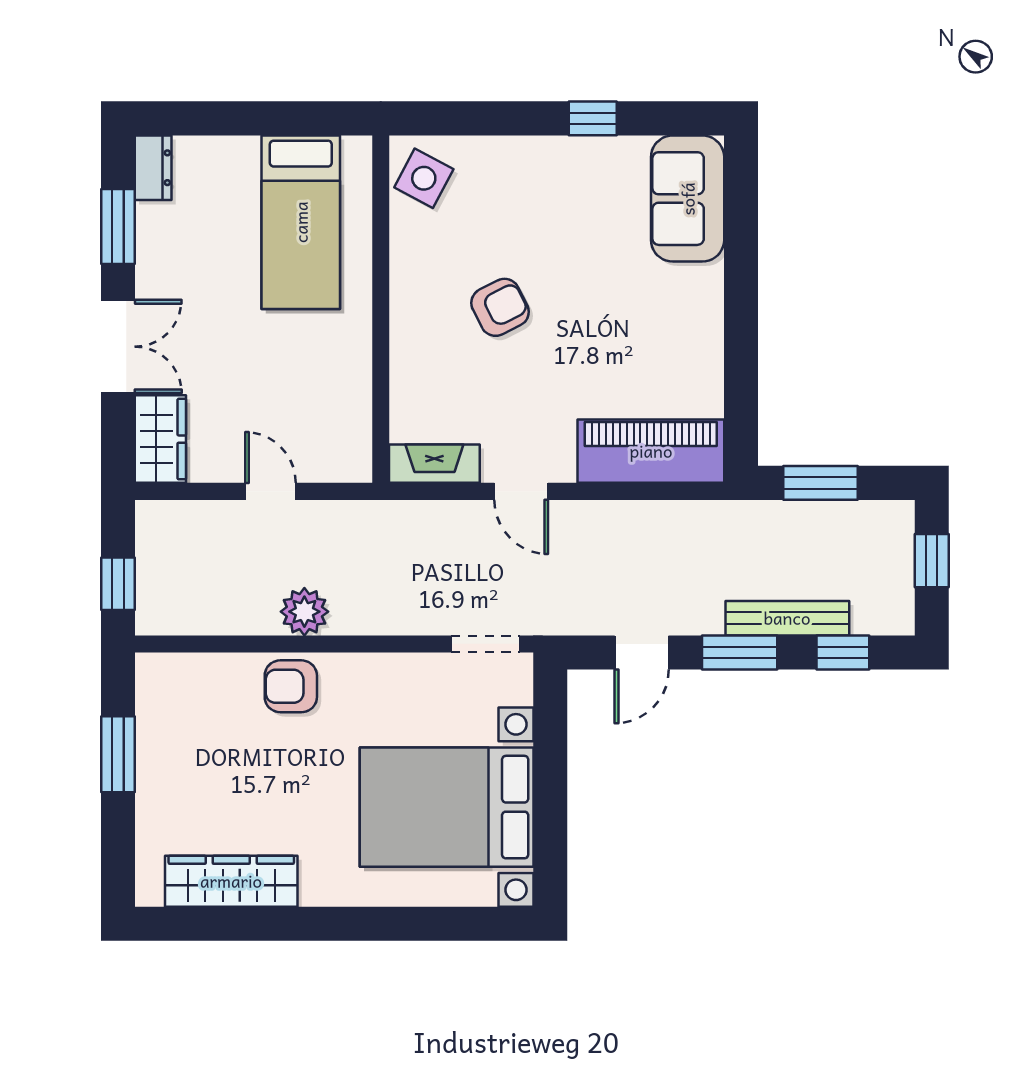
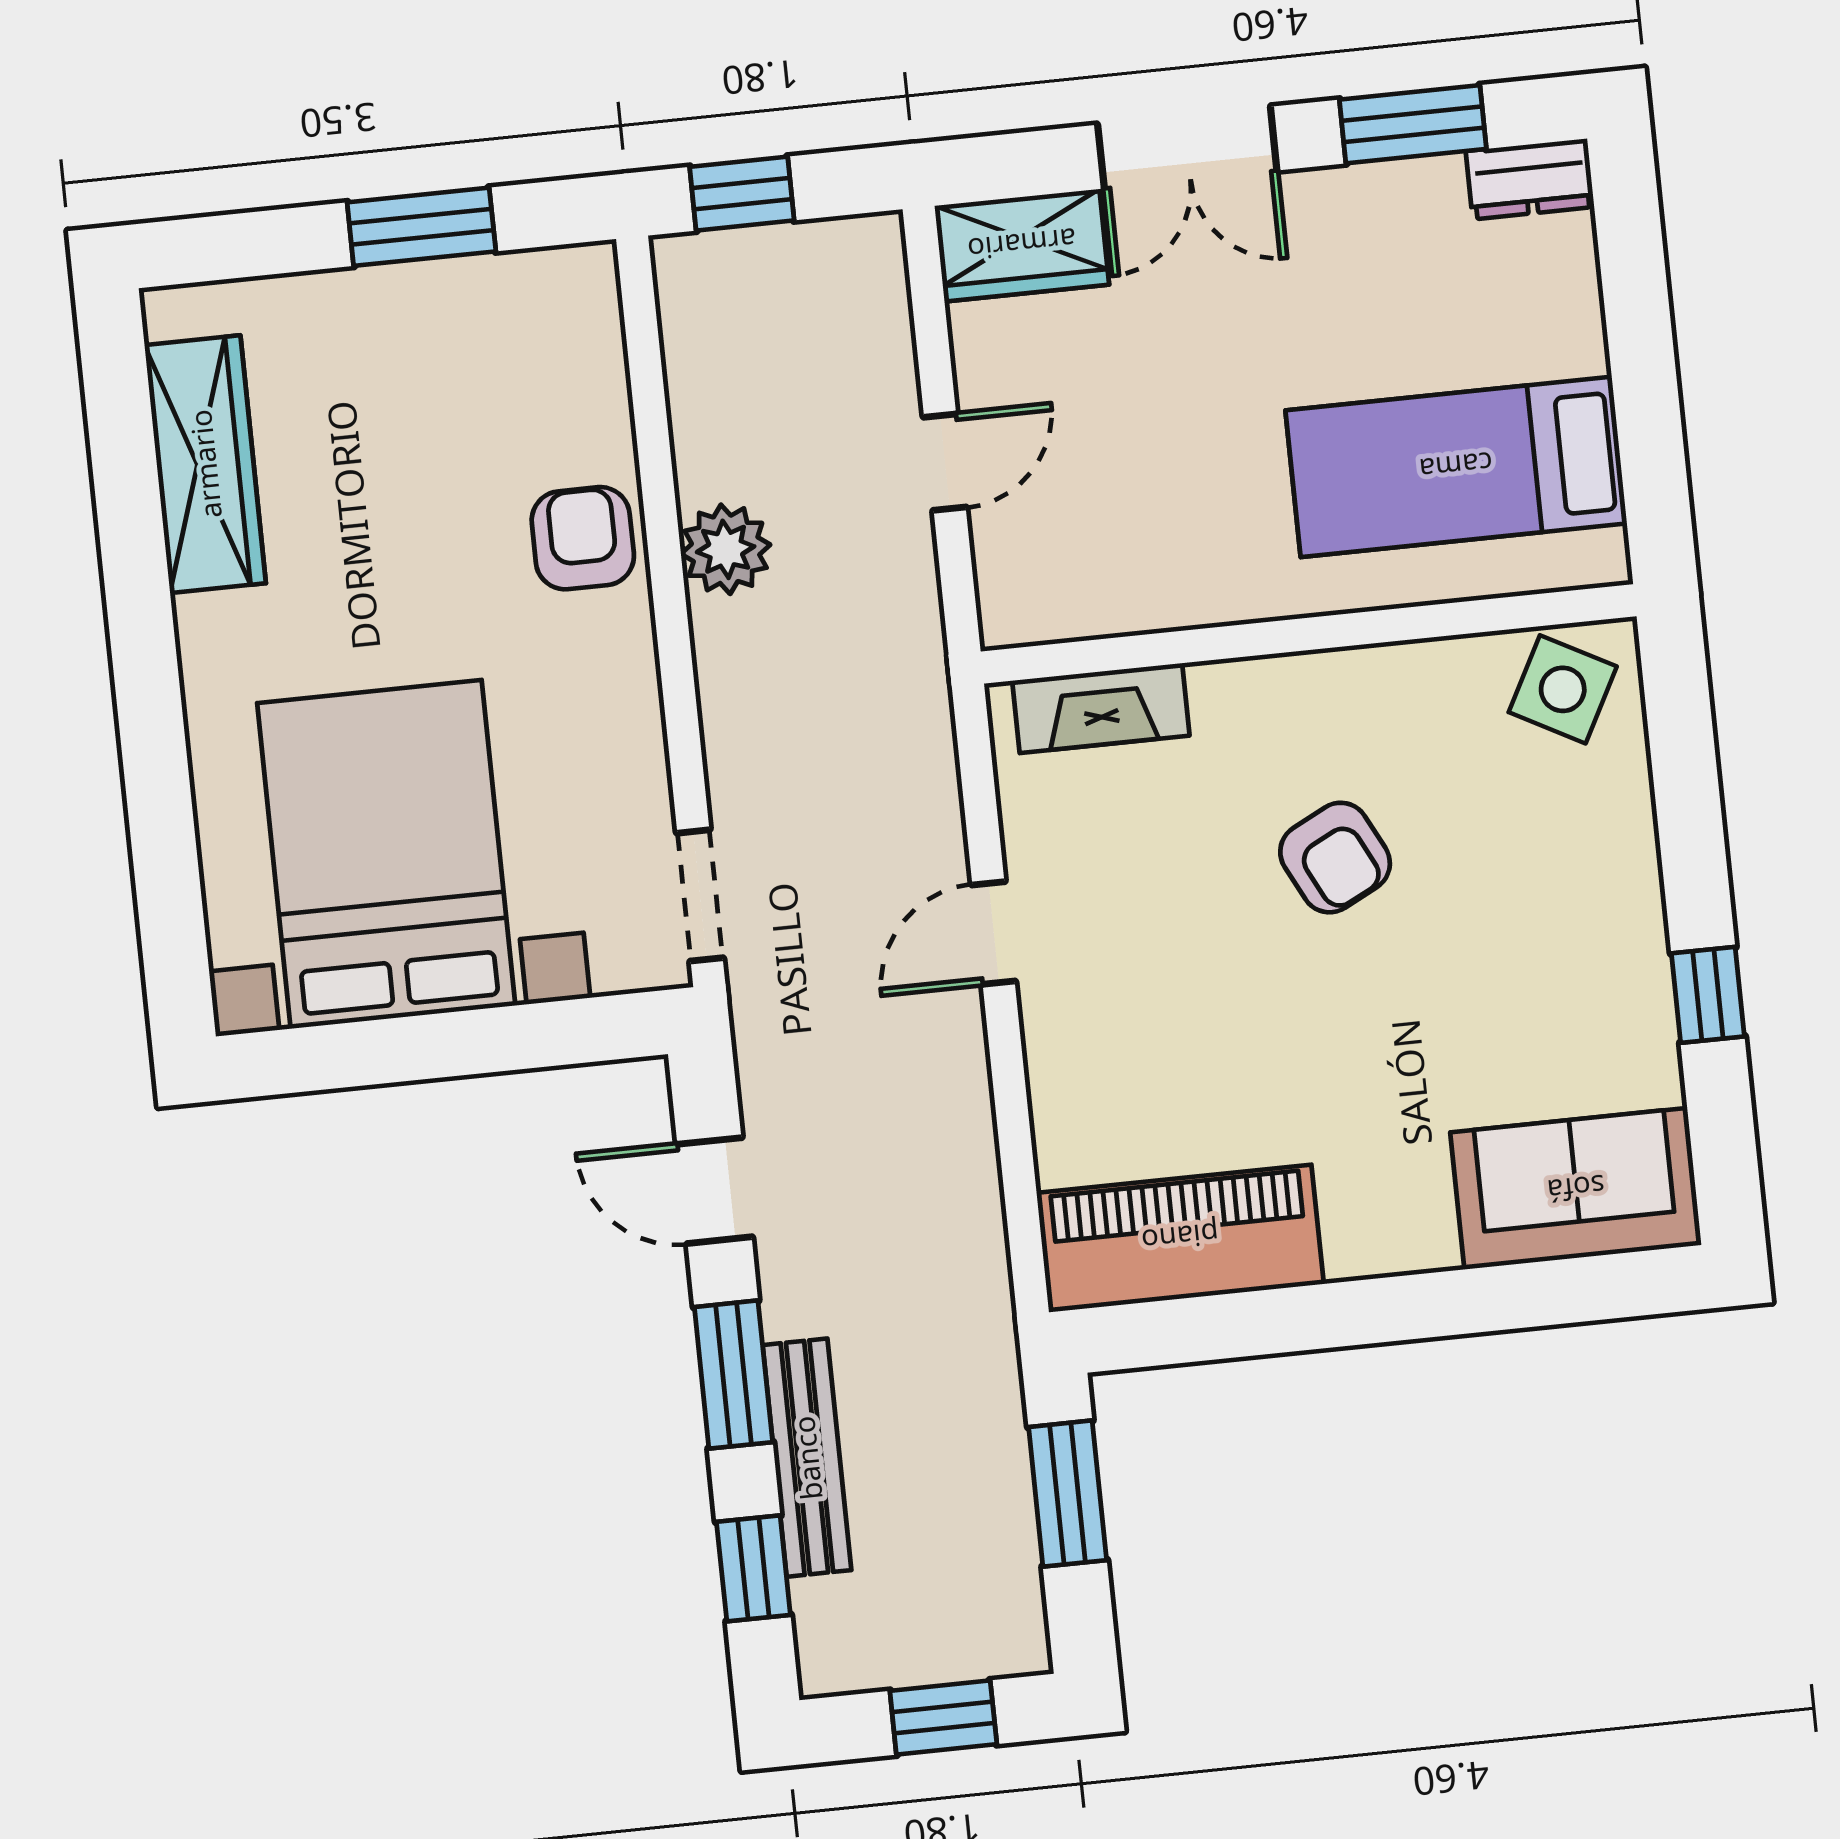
piano: (651, 451) -> (1180, 1238), moved, turned -90
fireplace: (434, 464) -> (1101, 708), moved, turned 90

